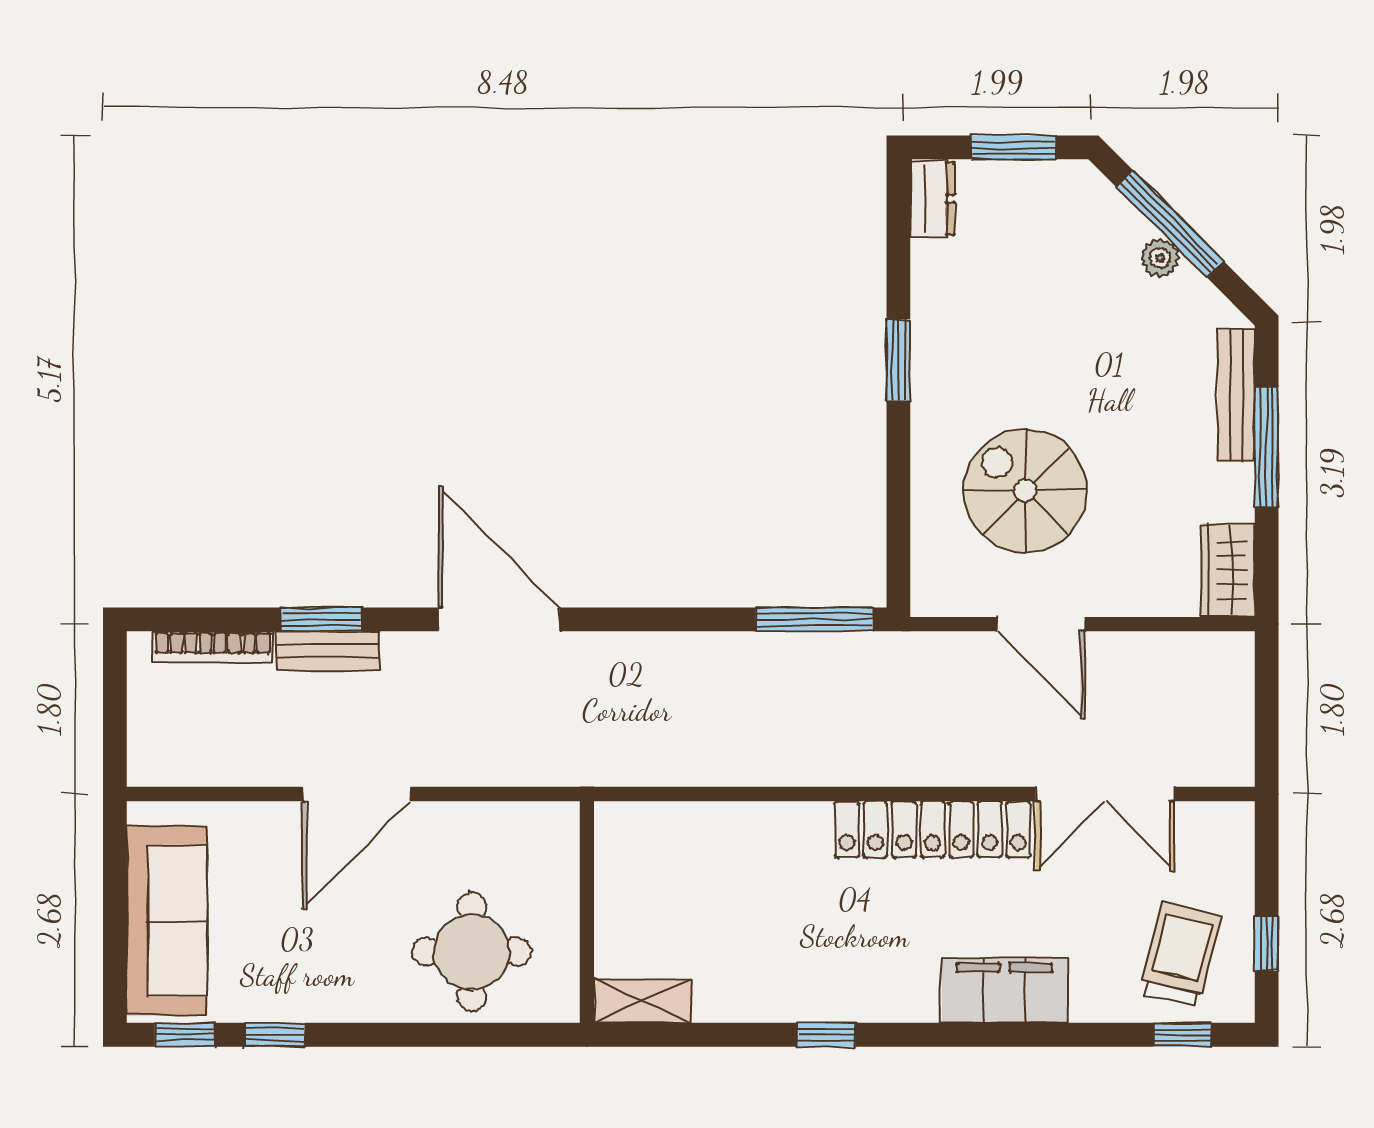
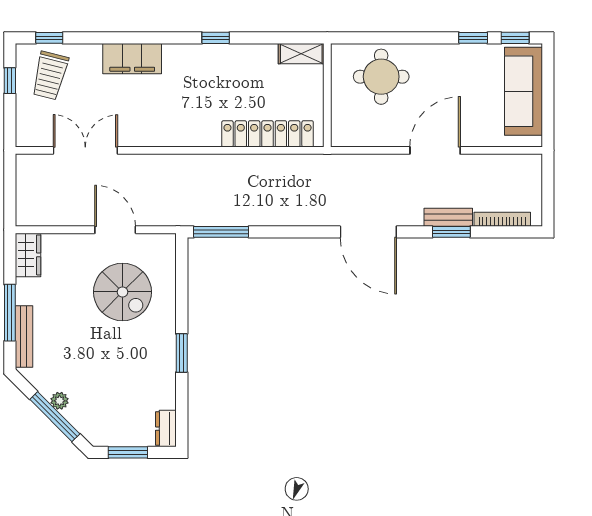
locker: (933, 829) -> (268, 134), moved

